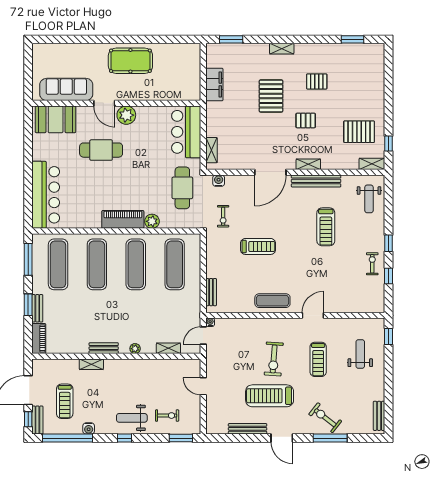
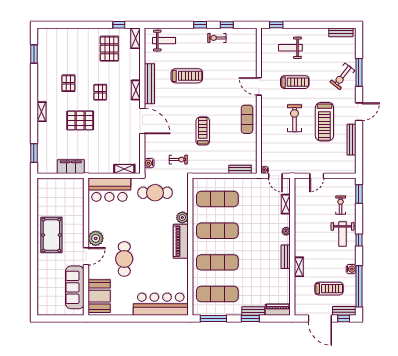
exercise bike: (274, 359) -> (294, 118), turned -94

